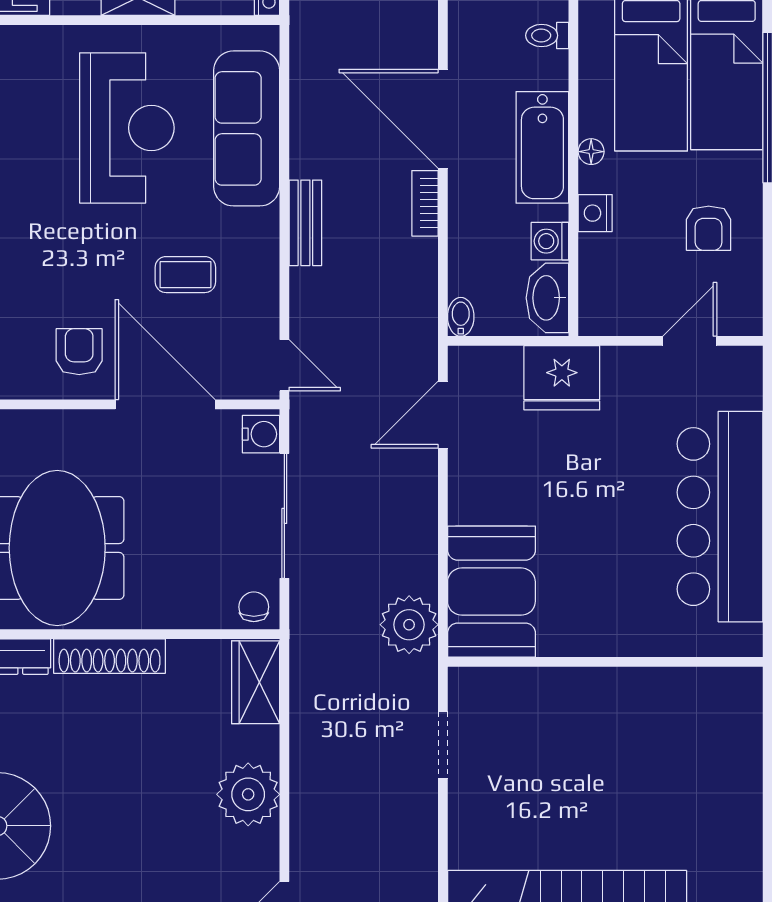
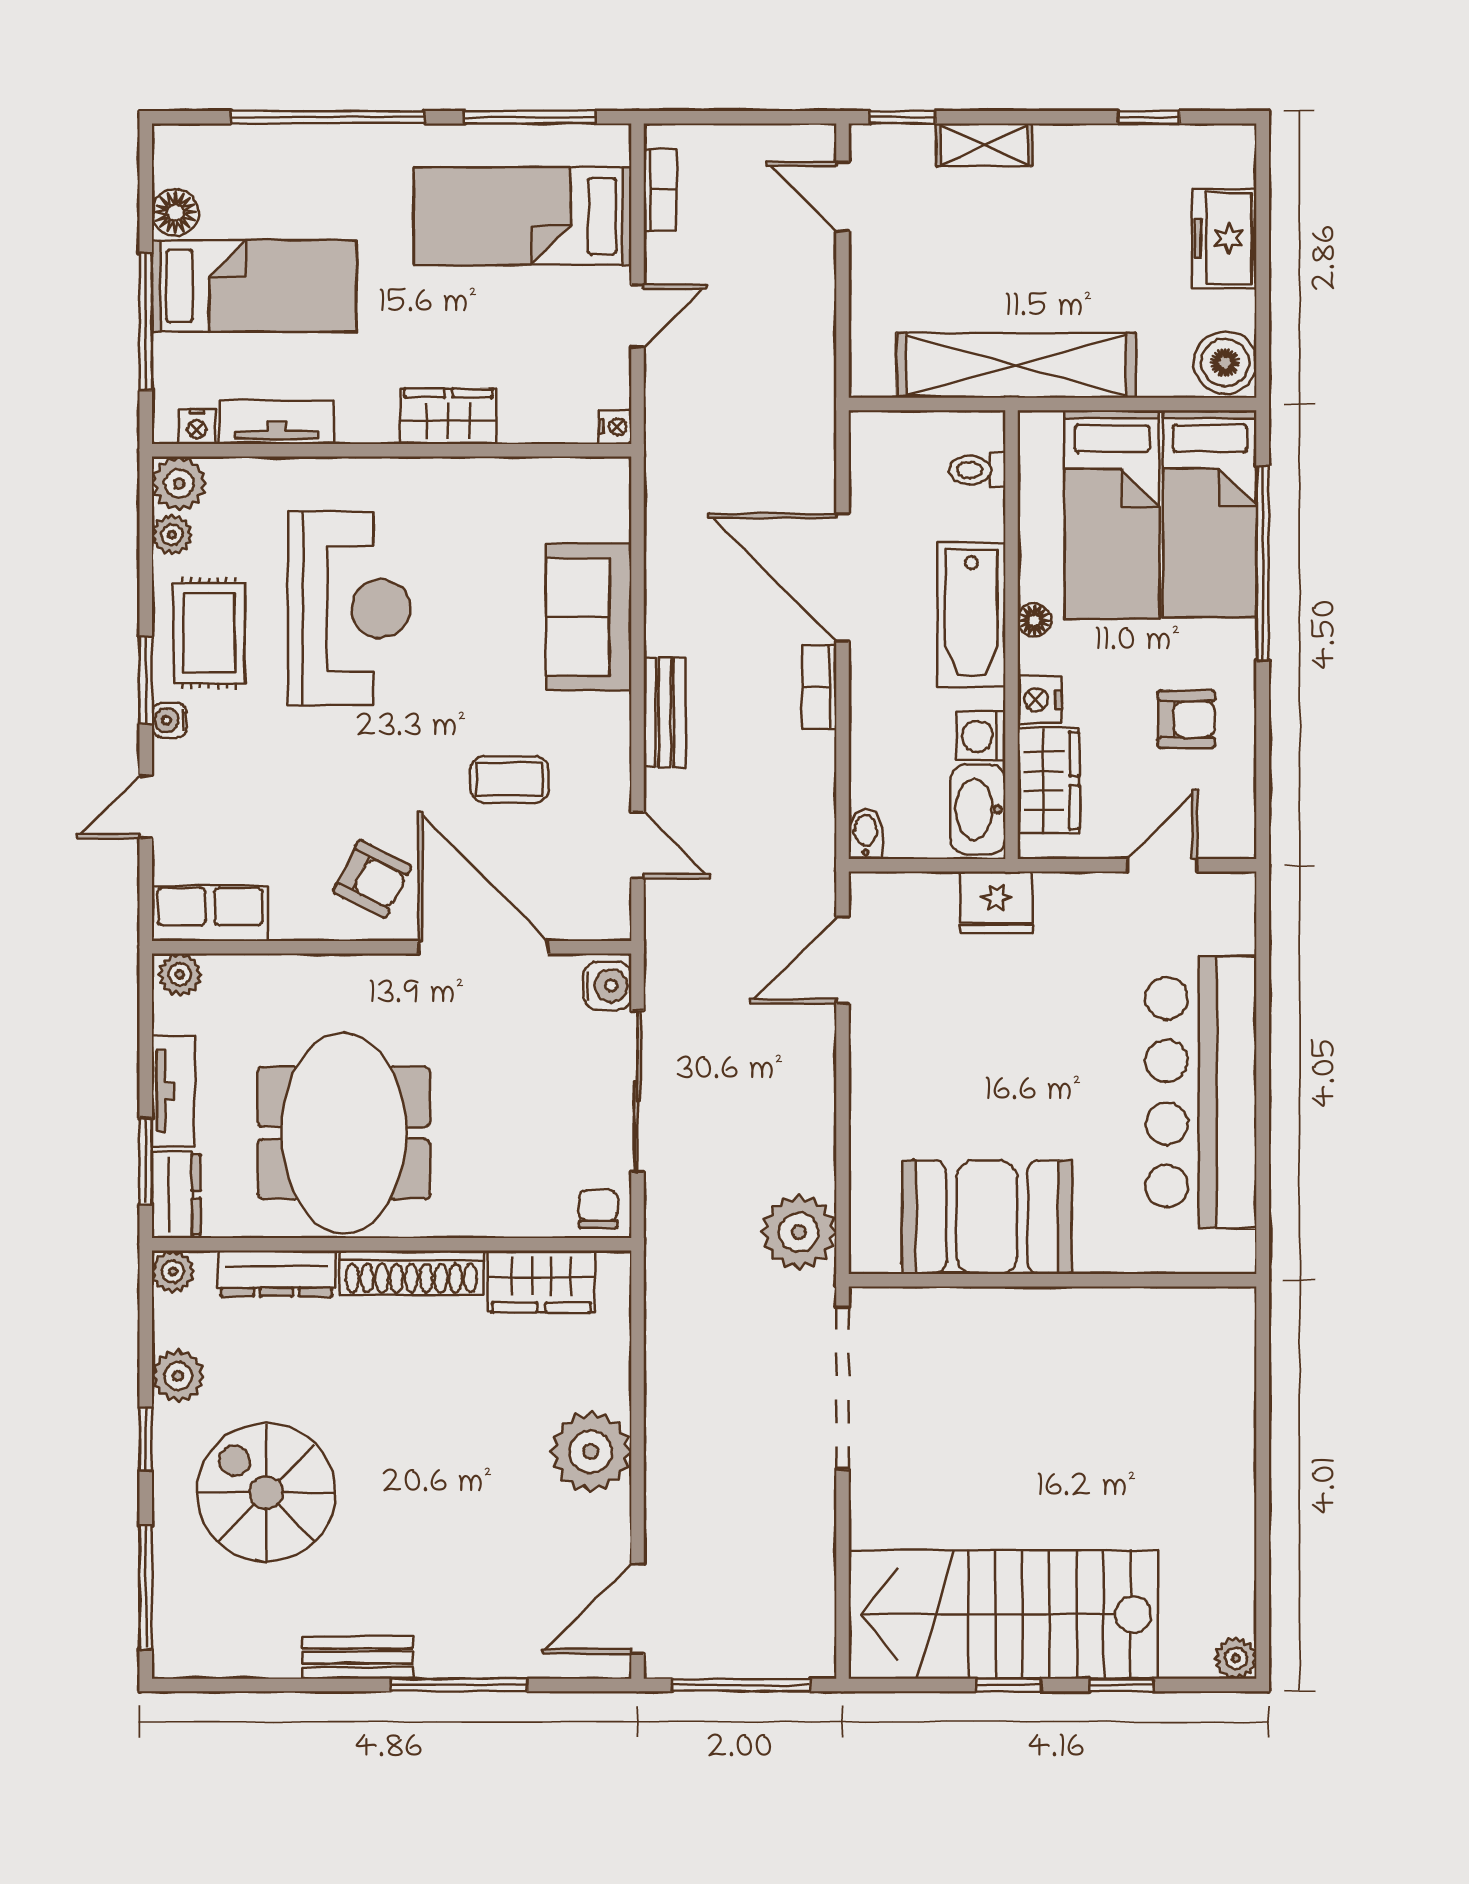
reception desk: (127, 128) -> (349, 609), moved
sofa: (247, 128) -> (589, 617), width x0.73
armchair: (709, 228) -> (1186, 719), turned -90
wardrobe: (602, 276) -> (1048, 781), added
armchair: (79, 352) -> (372, 879), turned 117
door: (284, 365) -> (638, 845), moved
fridge: (562, 378) -> (996, 902), width x0.73, depth x0.75
booth: (491, 592) -> (987, 1217), moved, turned 90
wardrobe: (256, 682) -> (541, 1282), moved, turned -90
doorway: (443, 745) -> (842, 1388), width x1.88

